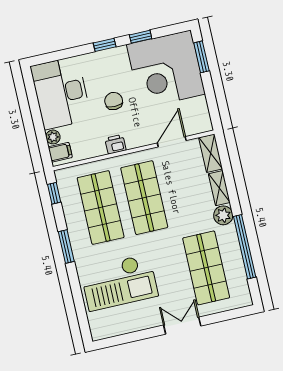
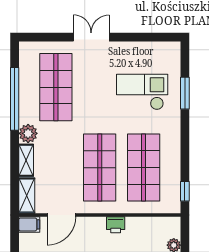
filing cabinet: (60, 152) -> (29, 224), moved, turned 180
window: (66, 247) -> (185, 93), moved
checkout: (119, 282) -> (142, 92), width x0.73, depth x0.83
double door: (182, 326) -> (91, 37), swing flipped

